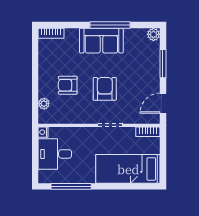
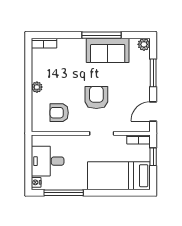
sofa: (101, 41) -> (108, 50), moved
armchair: (68, 85) -> (59, 113), moved
plant: (44, 104) -> (37, 87), moved
nightstand: (43, 132) -> (36, 182), moved
window: (163, 150) -> (153, 157), added

